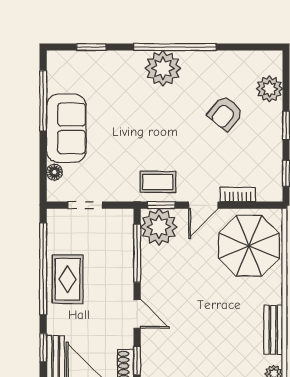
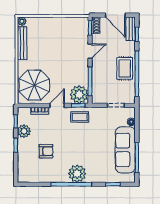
plant: (269, 89) -> (24, 131), moved
armchair: (225, 113) -> (46, 151), turned 50
sofa: (66, 128) -> (125, 150), width x1.36
door: (137, 314) -> (90, 51), swing flipped
bench: (273, 330) -> (22, 43), width x1.36

